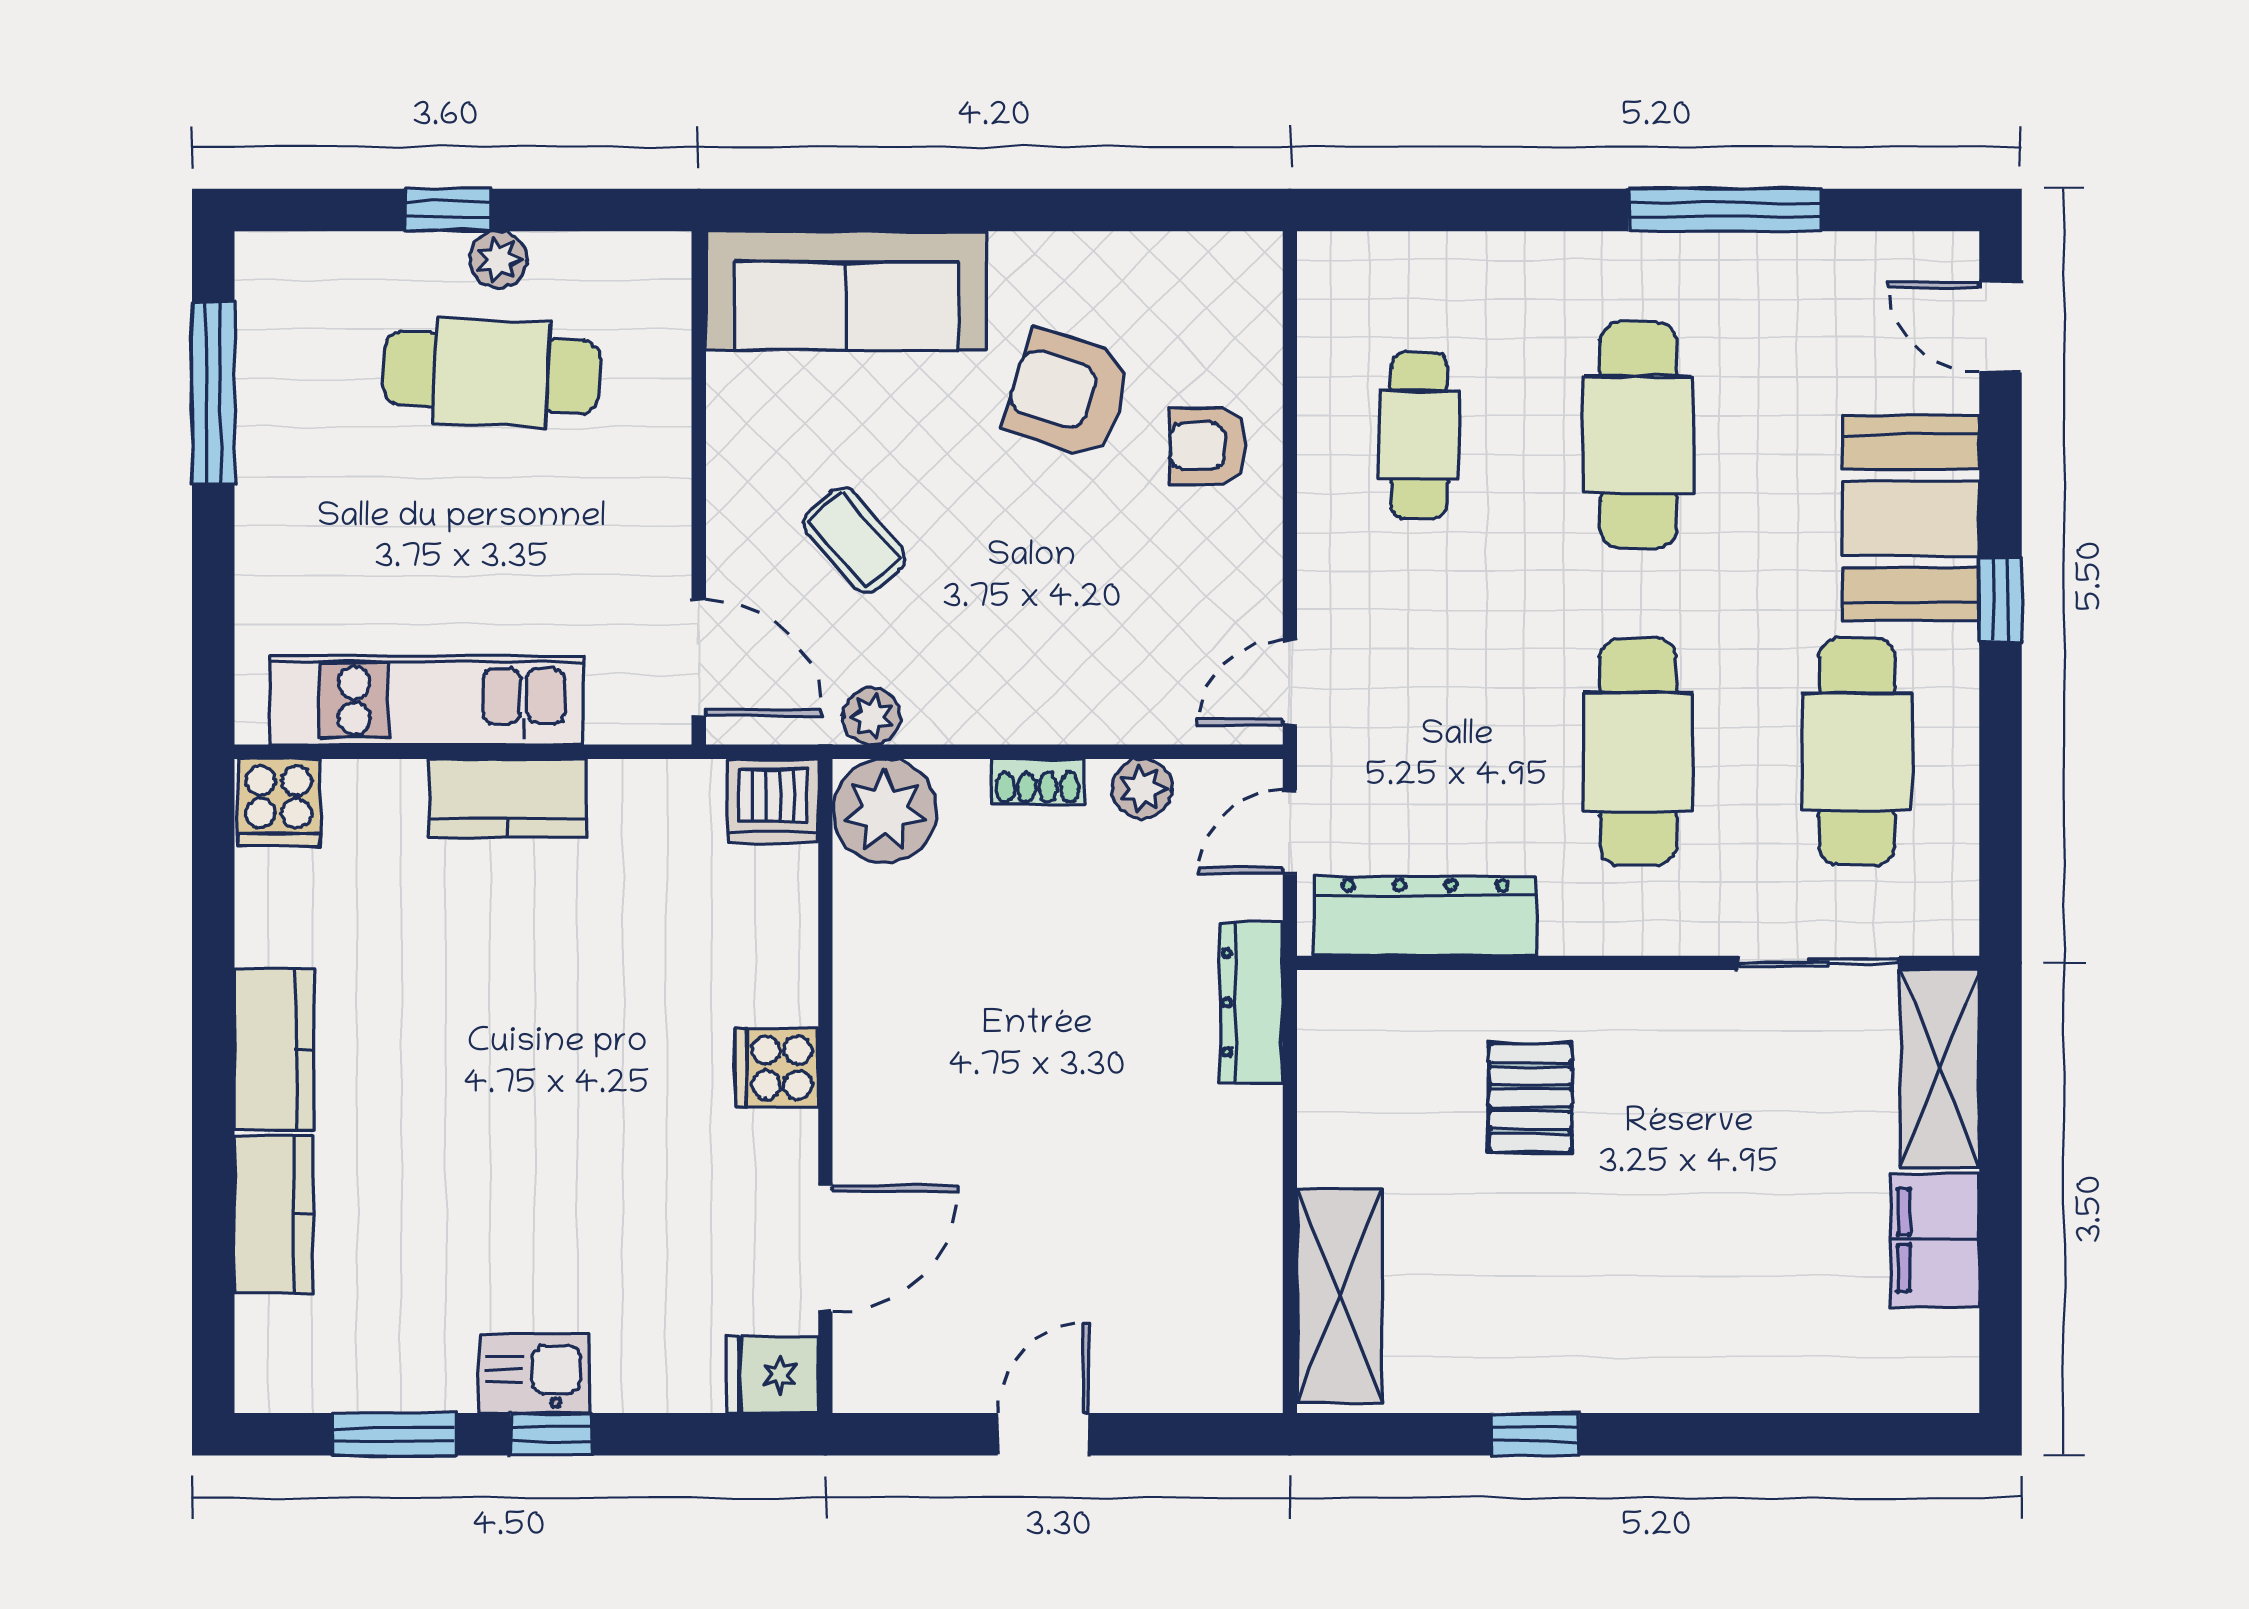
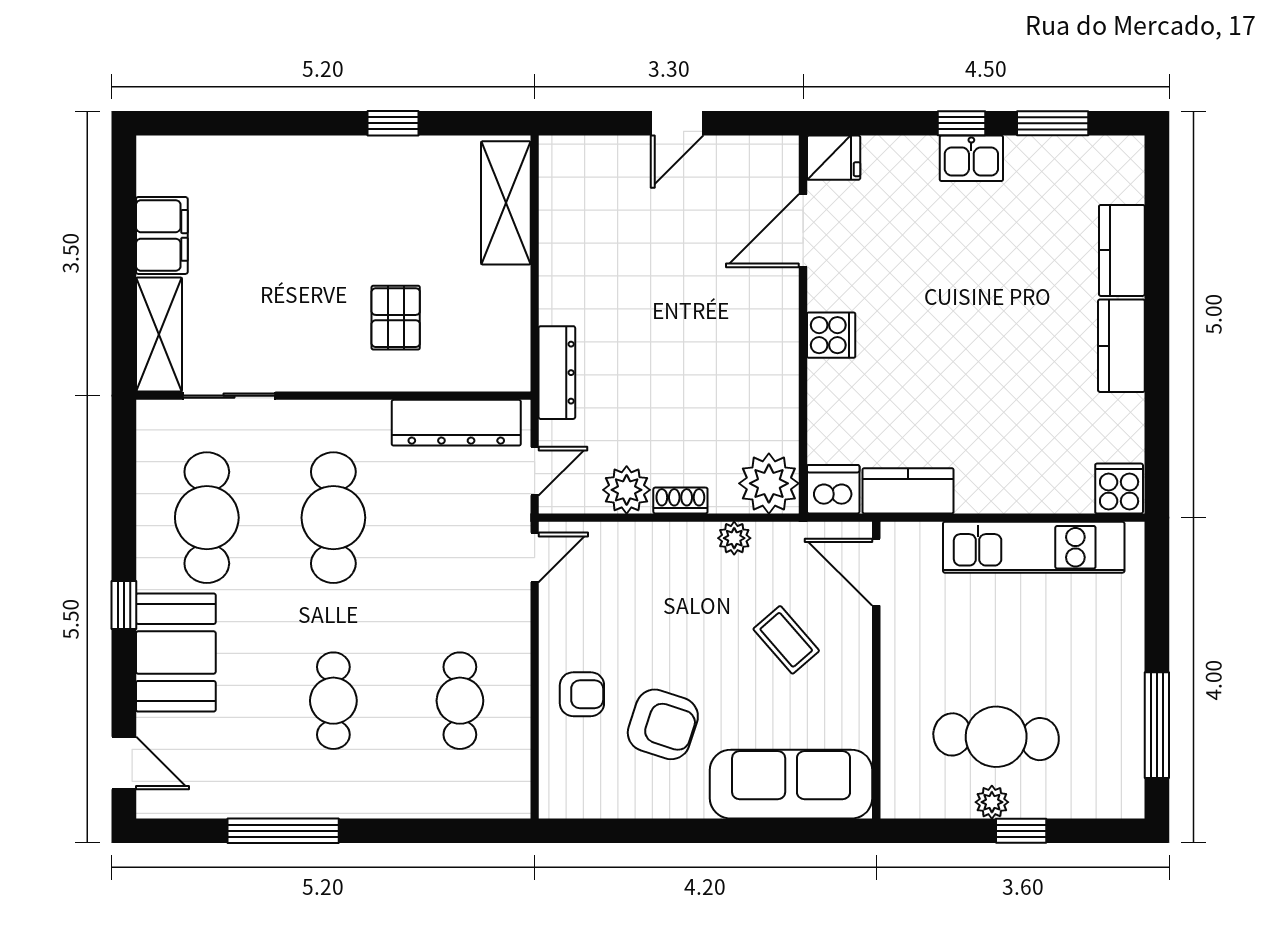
cafe table: (1638, 435) -> (333, 701), width x0.73, depth x0.74
plant: (872, 716) -> (734, 538), moved
plant: (1142, 789) -> (627, 490), width x1.38, depth x1.38
kitchen counter: (507, 798) -> (908, 491), moved

